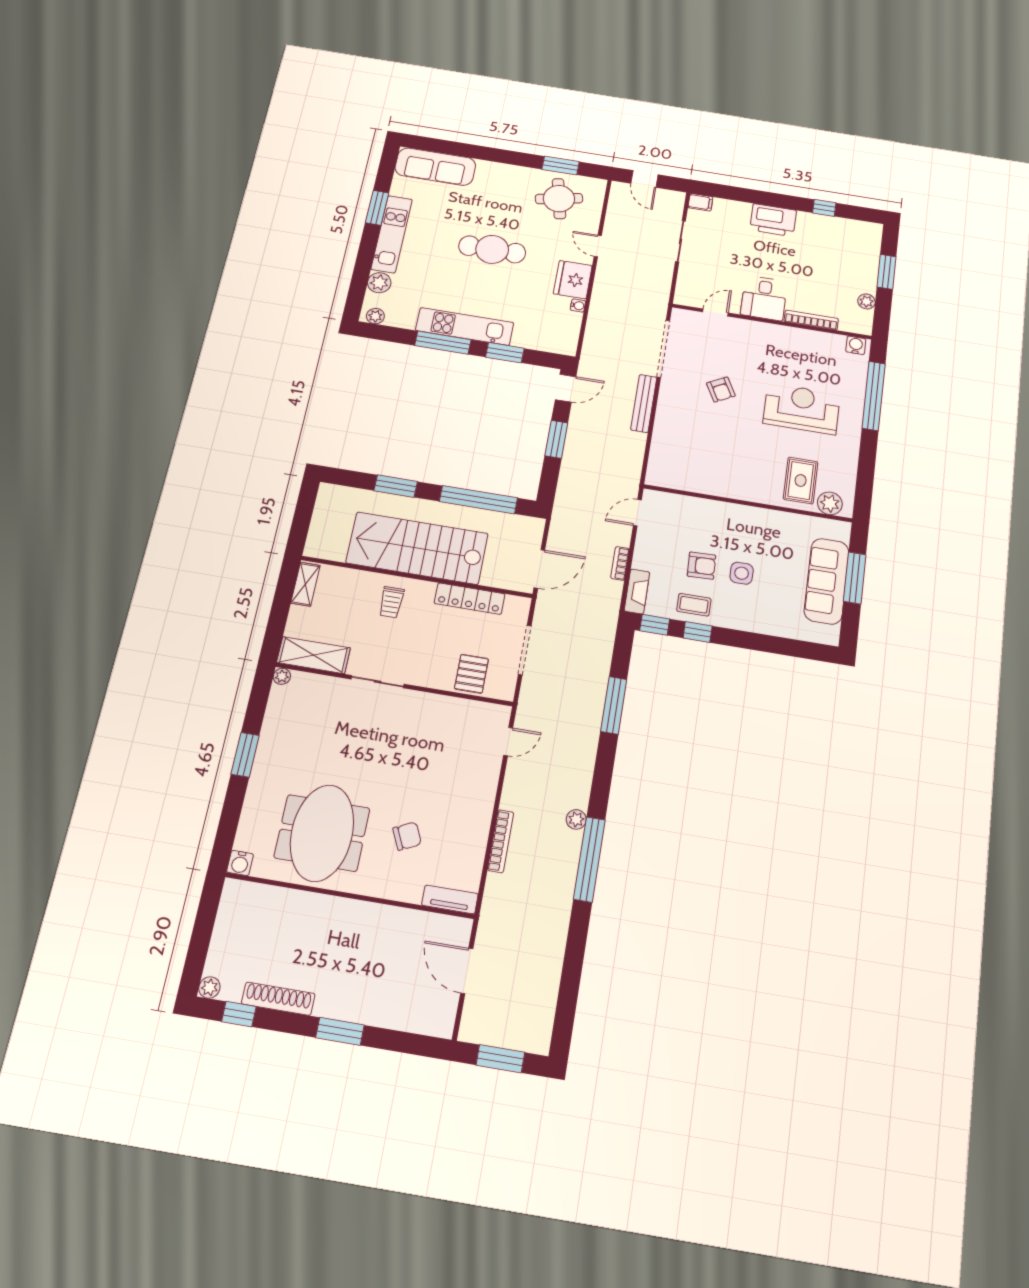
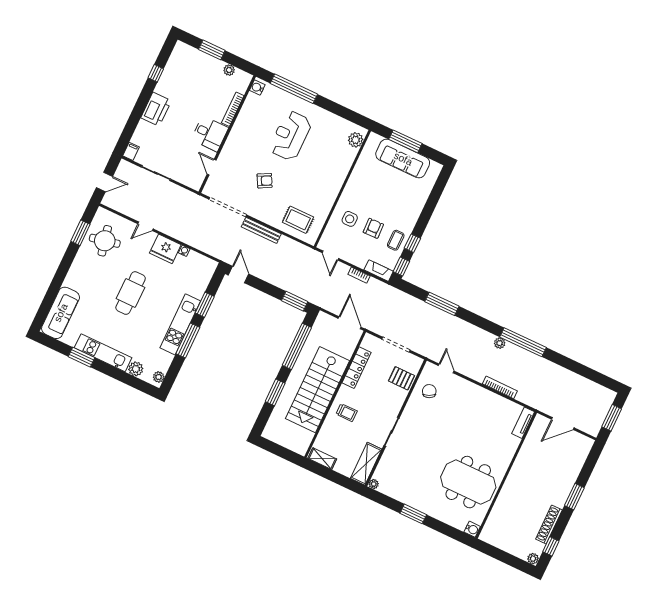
window: (556, 439) -> (295, 301), moved
rug: (801, 480) -> (298, 220), moved
side table: (742, 573) -> (350, 219), moved
chair: (407, 836) -> (429, 391), moved

